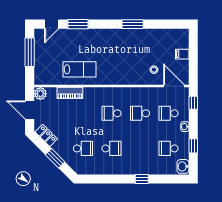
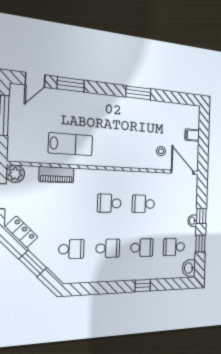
window: (193, 103) -> (201, 216), moved
school desk: (169, 113) -> (142, 248), moved, turned 180

